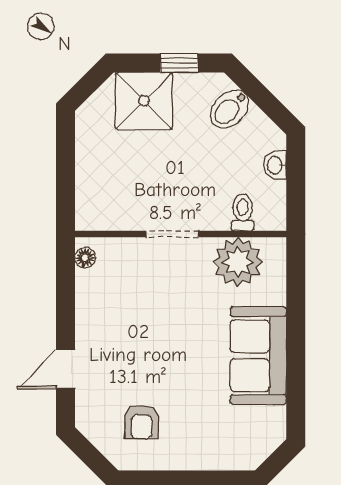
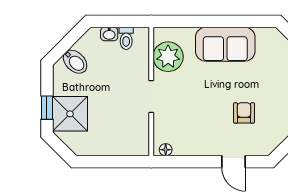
window: (179, 63) -> (47, 108), moved
toilet: (243, 212) -> (126, 38), moved, turned -90
armchair: (142, 422) -> (244, 113), moved, turned -91

